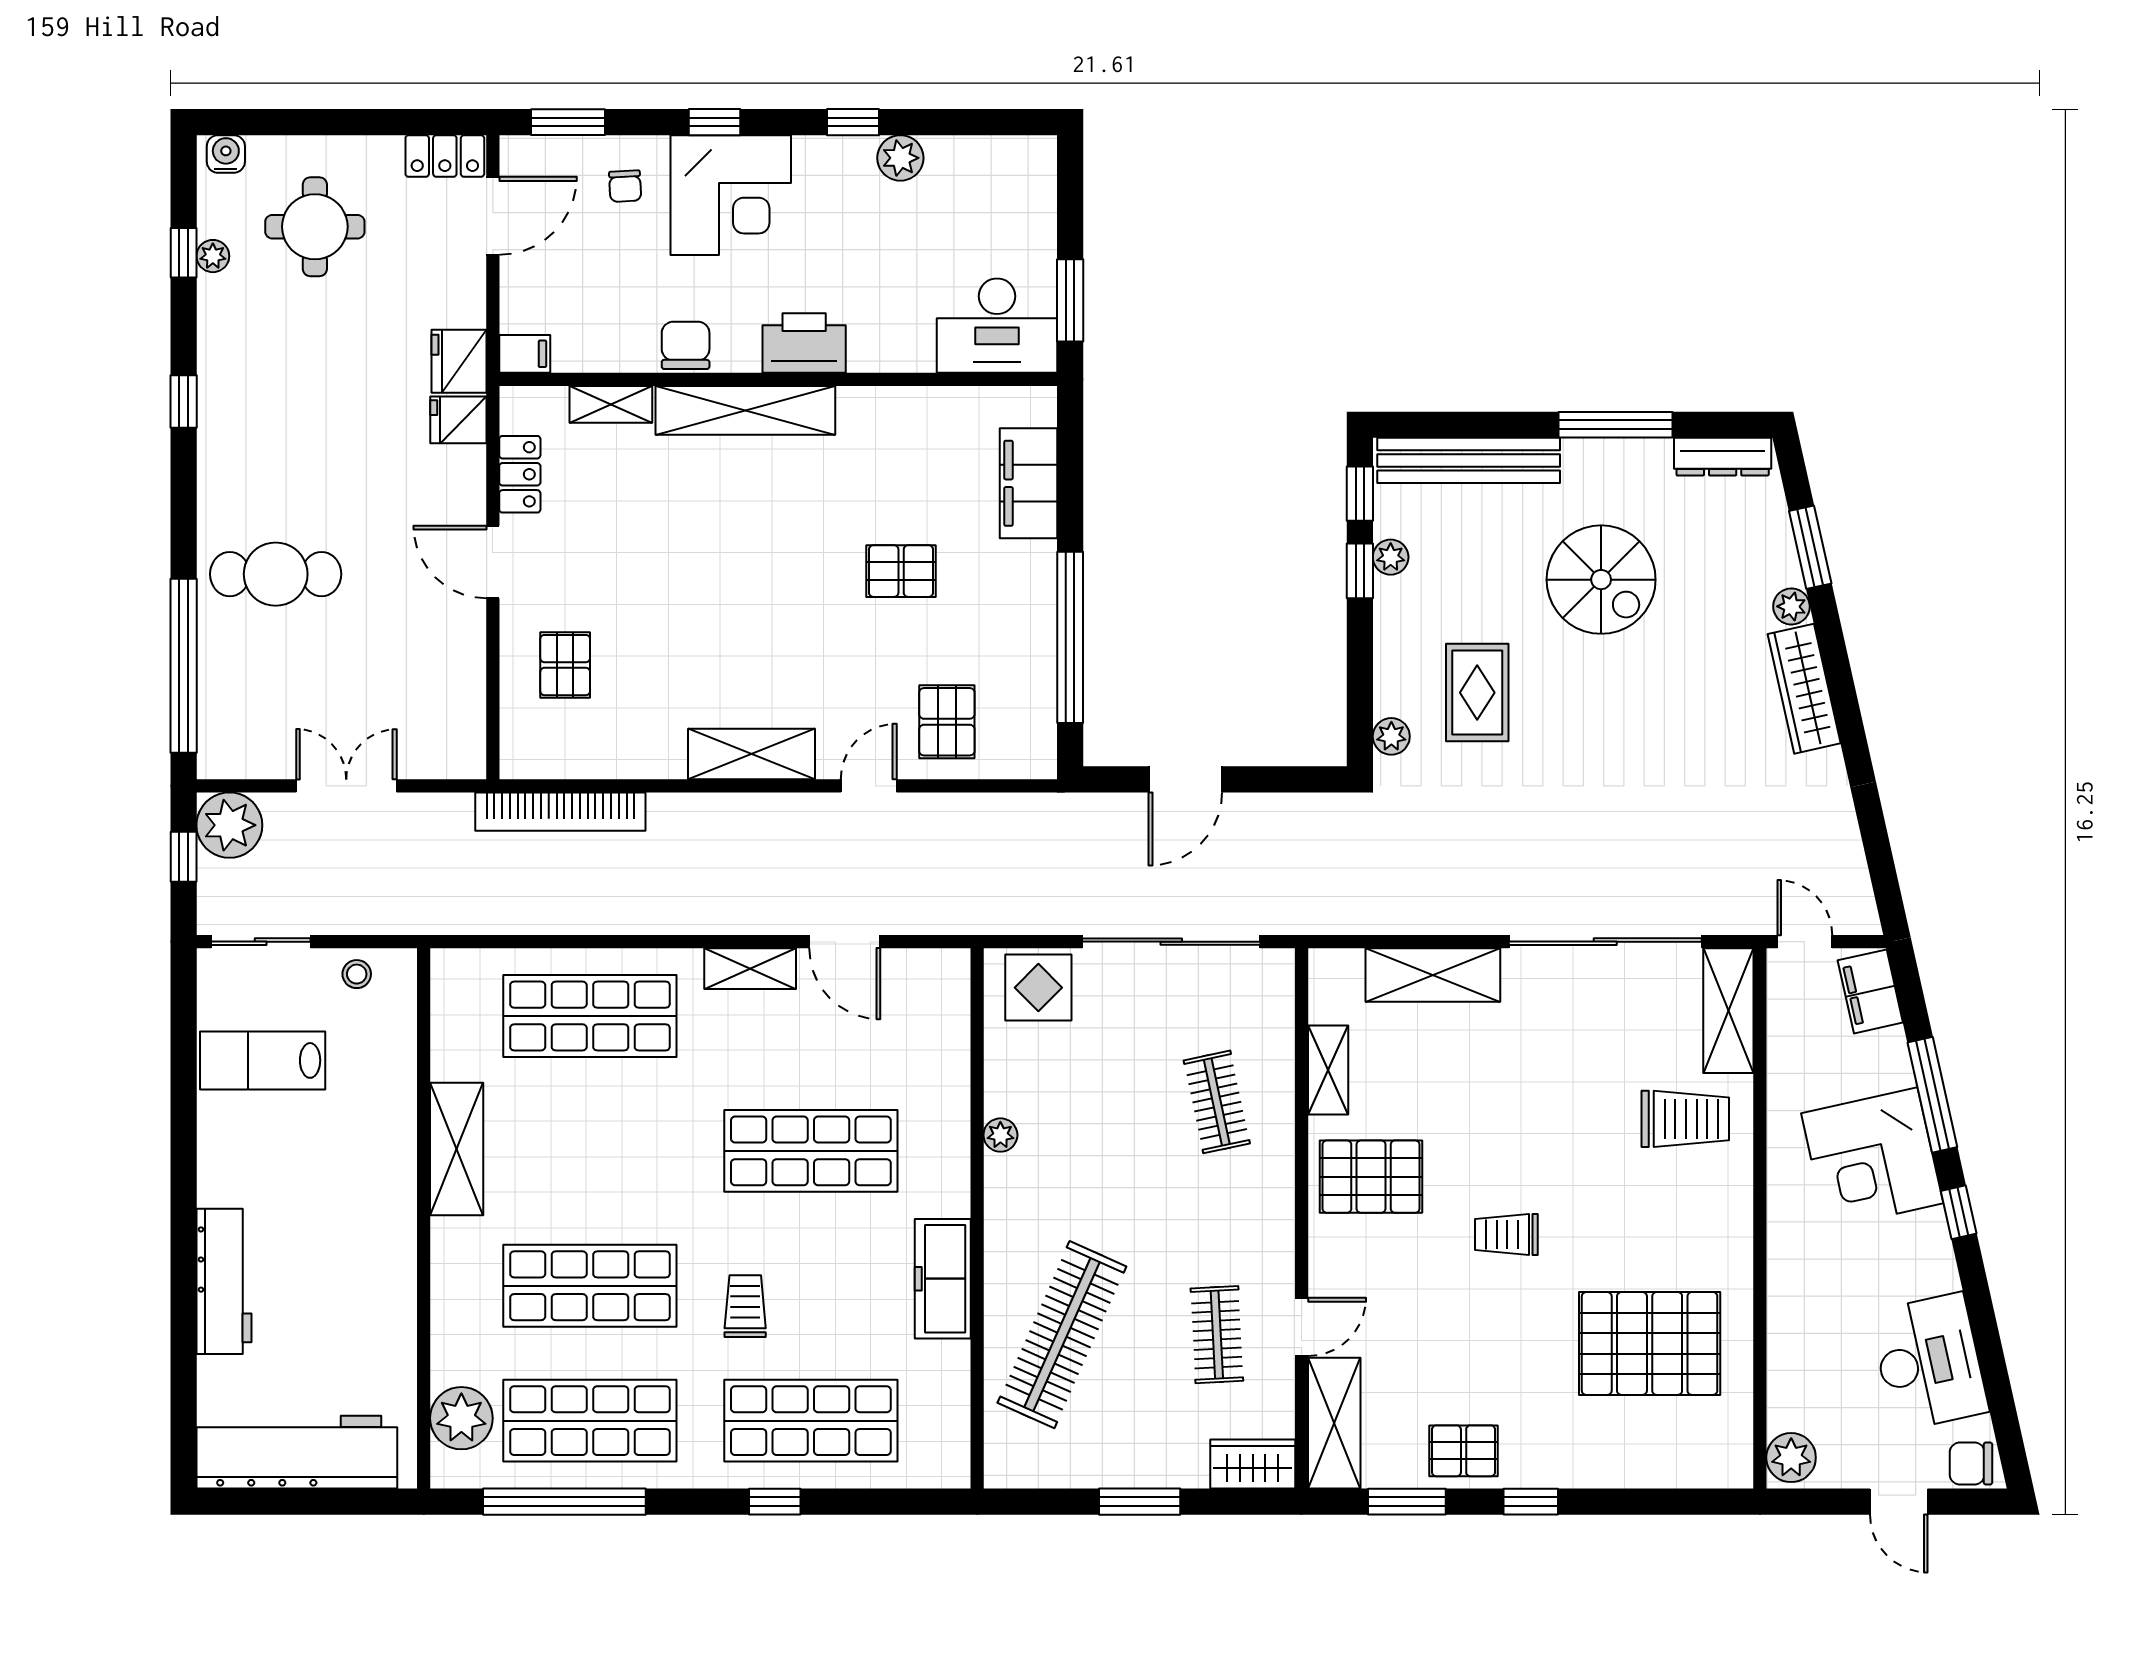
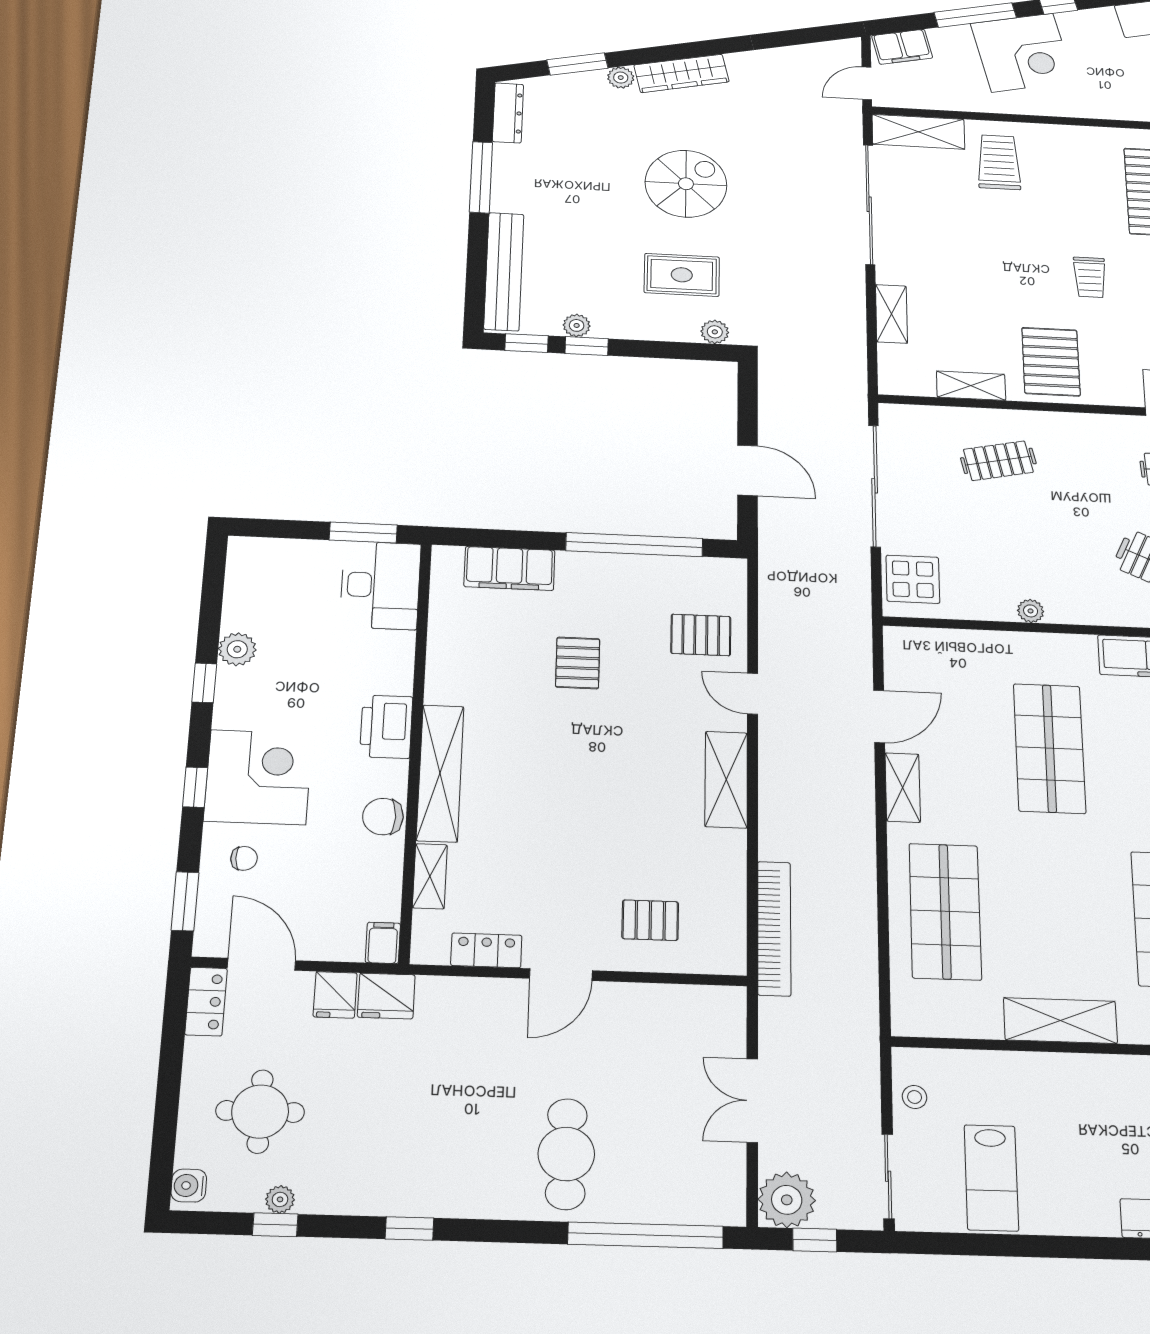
fridge: (458, 420) -> (335, 995), moved
spiral stairs: (1601, 580) -> (686, 184), moved
shelving: (1433, 975) -> (891, 314), width x0.67, depth x0.75

